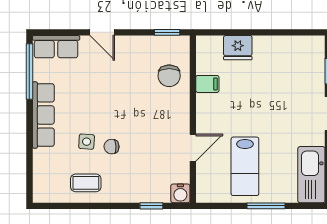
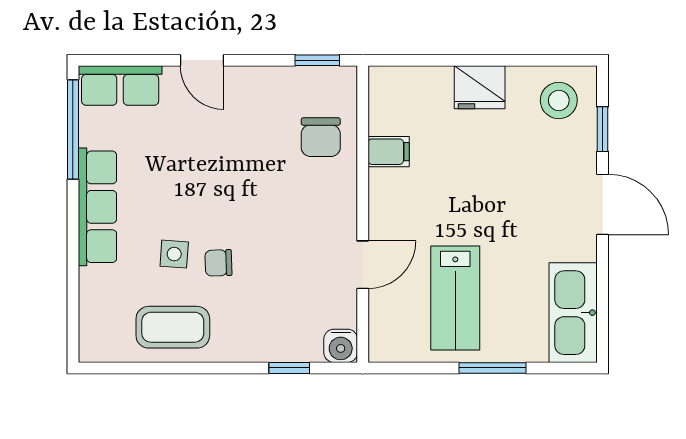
fridge: (238, 48) -> (480, 87), moved
stool: (303, 55) -> (559, 100), added
coffee table: (86, 183) -> (173, 327), width x1.36, depth x1.30

